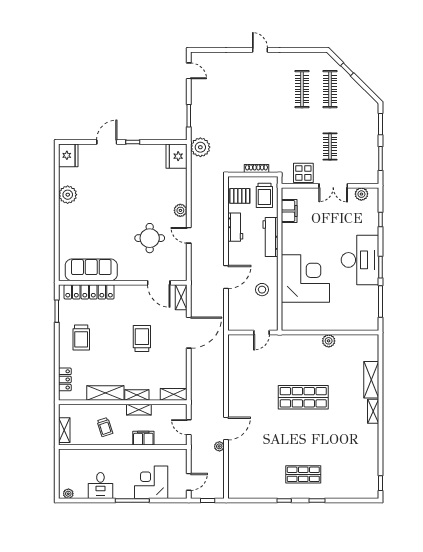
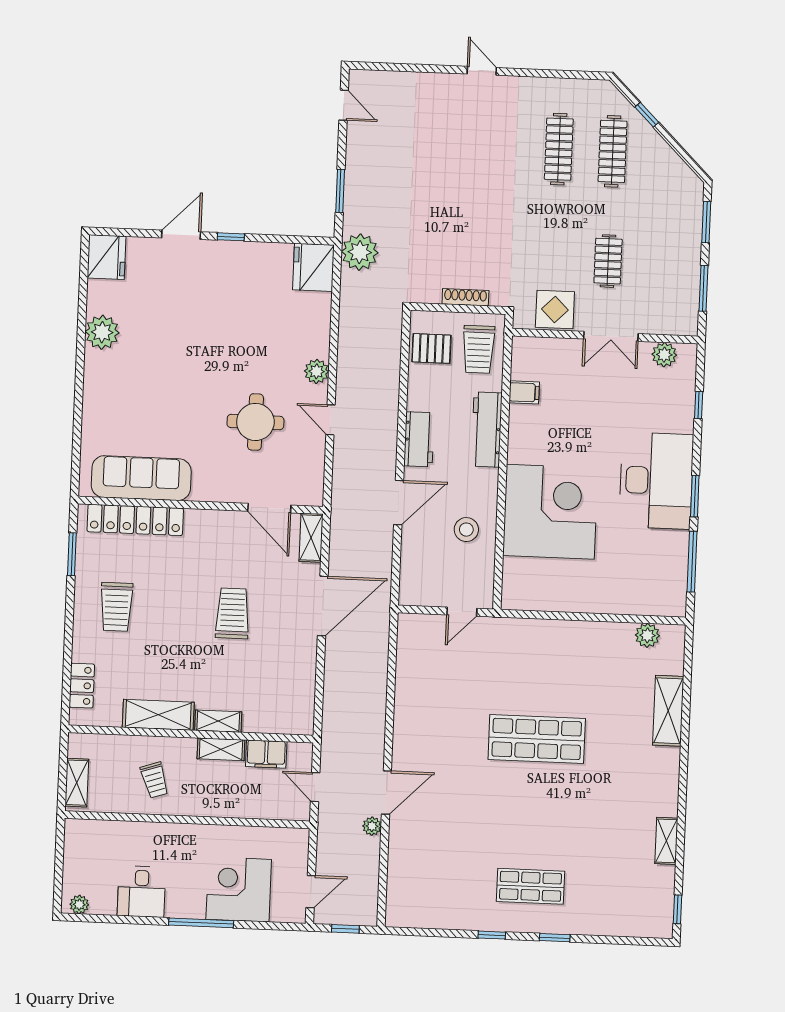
filing cabinet: (289, 211) -> (524, 392), width x0.50
workbench: (235, 227) -> (419, 439), moved
plant: (329, 341) -> (647, 635), moved
shelving: (174, 394) -> (289, 723), removed
shelving: (373, 411) -> (666, 841), moved
filing cabinet: (143, 438) -> (266, 754), moved, turned 180

